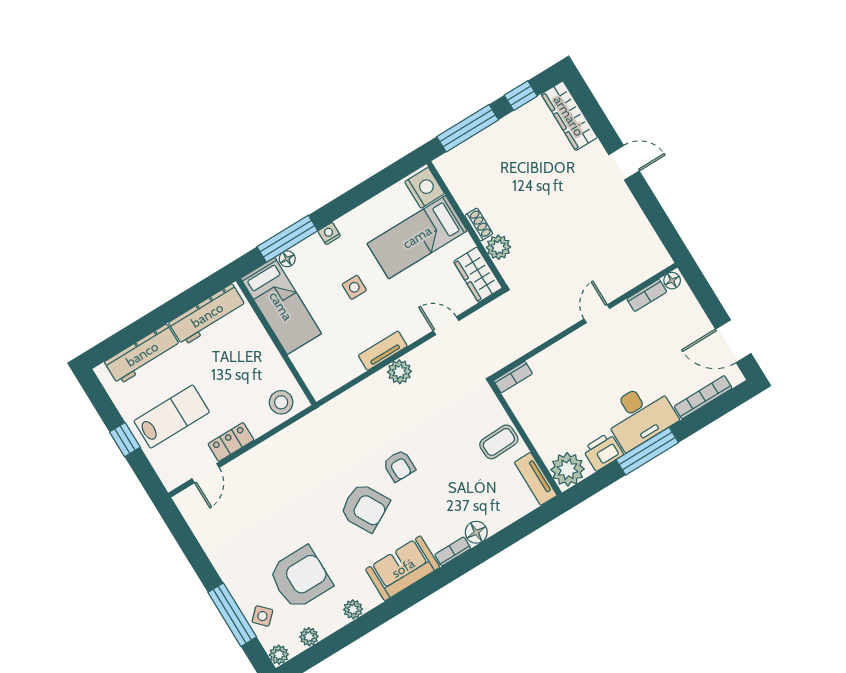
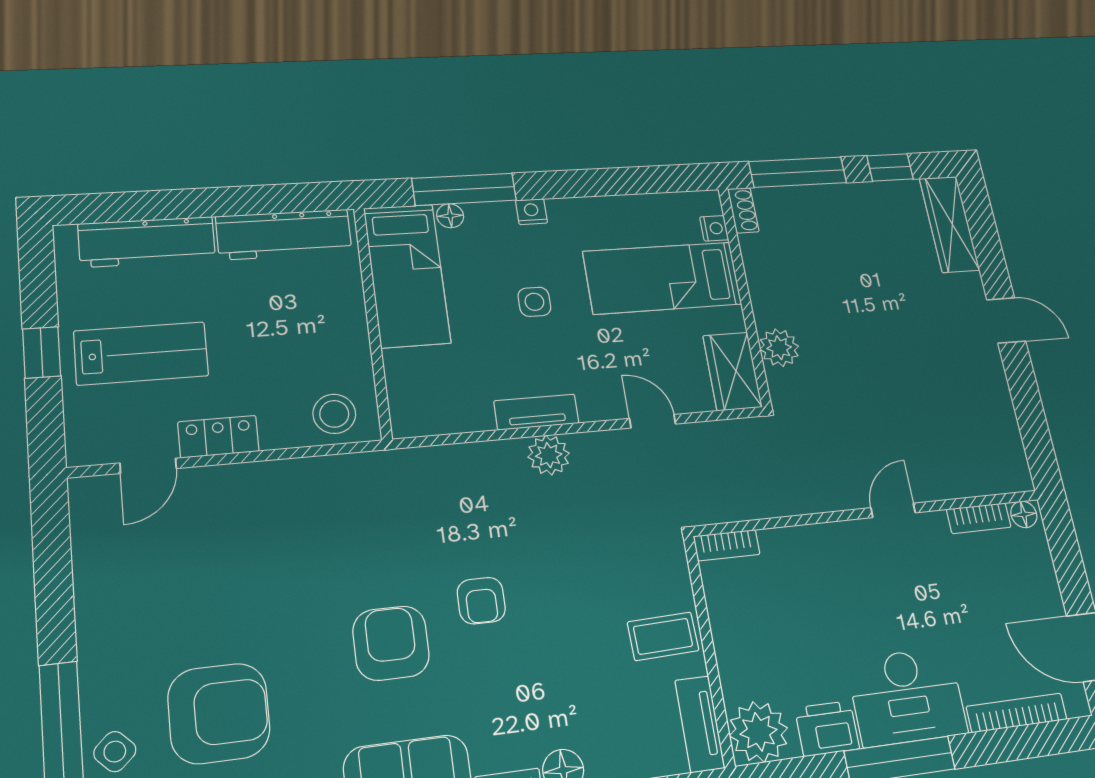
nightstand: (425, 188) -> (714, 228), width x0.53, depth x0.56
shoe rack: (479, 225) -> (743, 210), moved
armchair: (365, 508) -> (391, 643), turned -151

